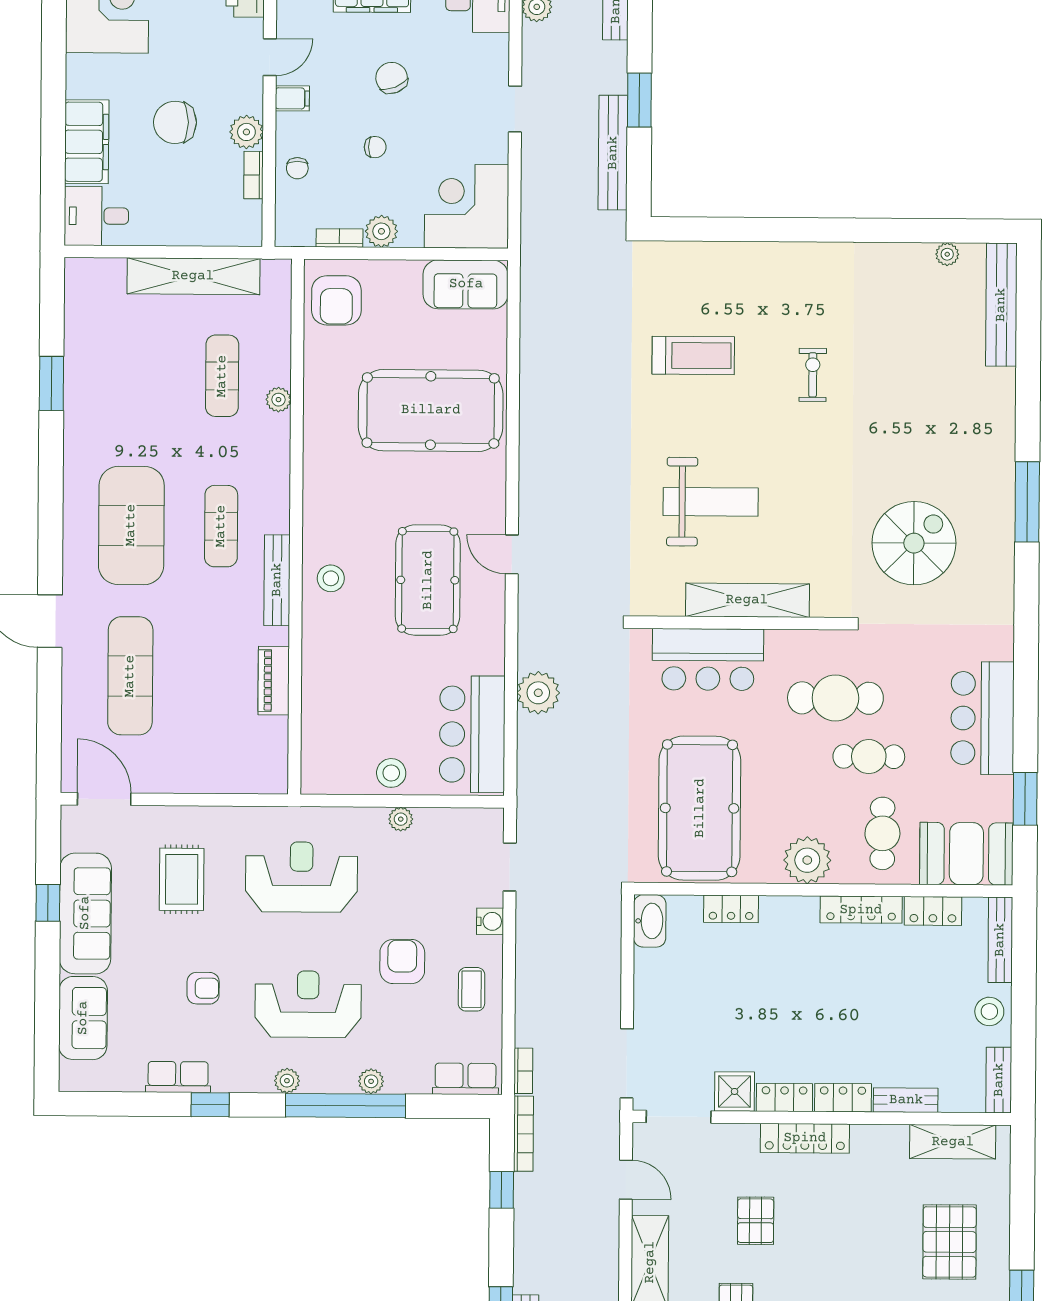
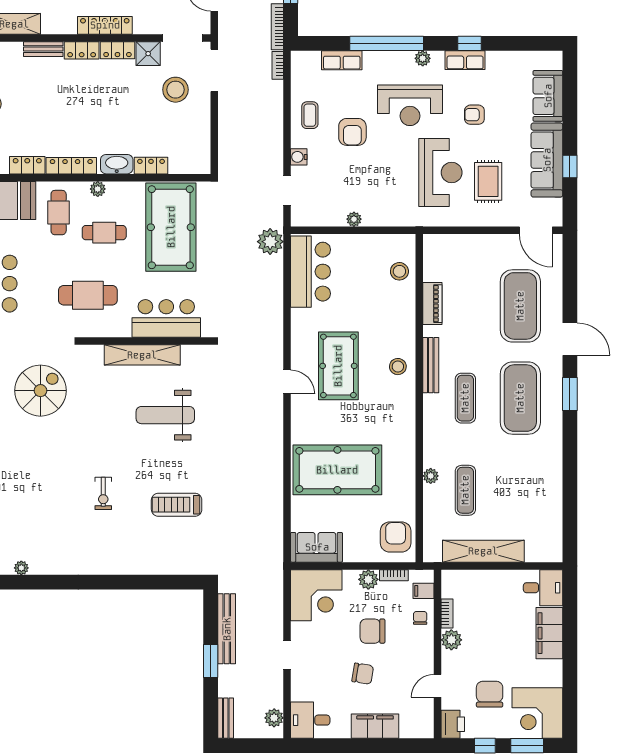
chair: (392, 78) -> (363, 674), turned -59
filing cabinet: (292, 98) -> (424, 591), moved
chair: (175, 122) -> (490, 694), moved, turned -90
chair: (375, 147) -> (372, 631), width x1.87, depth x1.87
window: (51, 383) -> (570, 394), moved
spiral stairs: (914, 543) -> (40, 391), turned 180
exercise mat: (130, 676) -> (520, 306), width x1.47
plant: (538, 693) -> (270, 242), moved
cafe table: (869, 757) -> (104, 233), moved
stool: (391, 773) -> (399, 271), moved
plant: (807, 860) -> (98, 189), width x0.53, depth x0.53
reception desk: (301, 877) -> (440, 172), moved, turned -90
washbasin: (650, 921) -> (117, 164), moved, turned 90
stool: (690, 1032) -> (175, 90), added
row of seats: (178, 1077) -> (465, 60), moved
row of seats: (466, 1079) -> (342, 60), moved
plant: (371, 1081) -> (371, 58), removed

